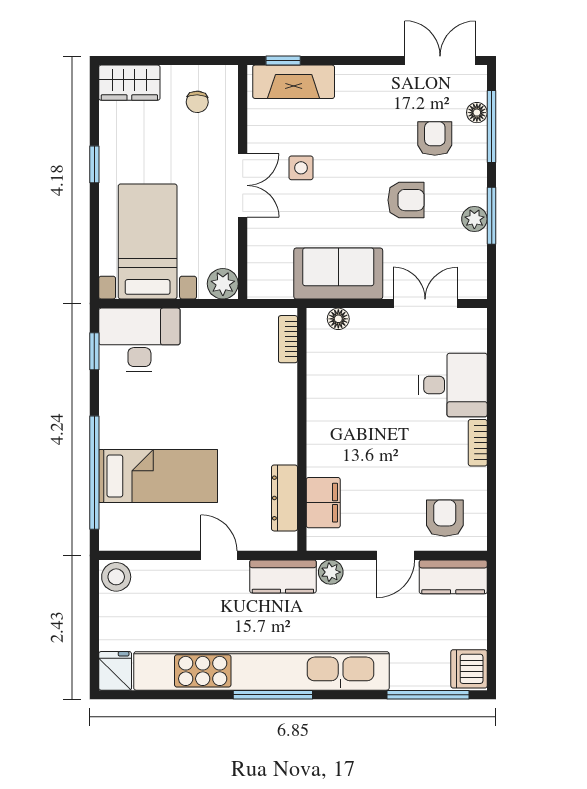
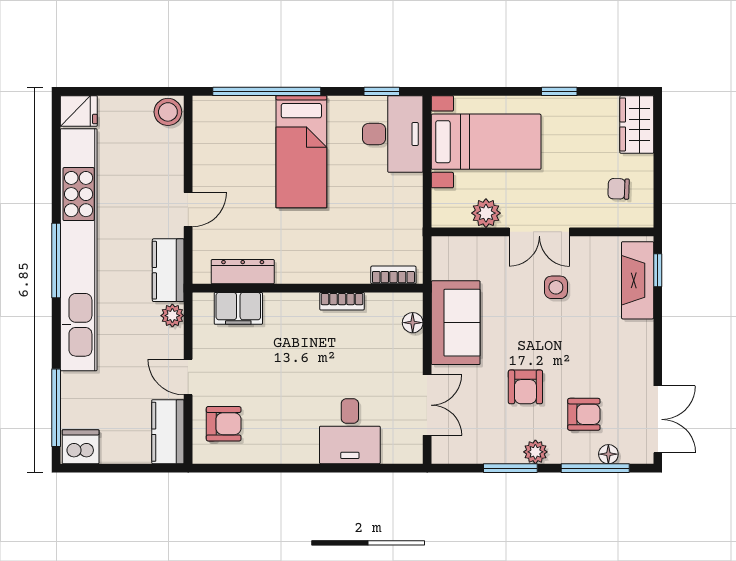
plant: (474, 219) -> (535, 452), moved
plant: (223, 284) -> (486, 213), moved
bookcase: (478, 443) -> (342, 301), moved, turned 180
bed: (158, 476) -> (301, 152), moved

